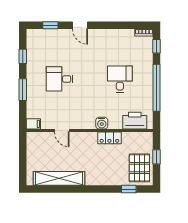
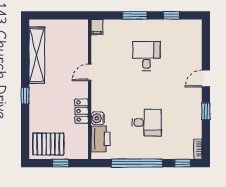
window: (50, 25) -> (206, 111), moved
water cooler: (102, 123) -> (98, 118), moved
door: (62, 131) -> (90, 72), moved
window: (129, 189) -> (25, 96), moved

